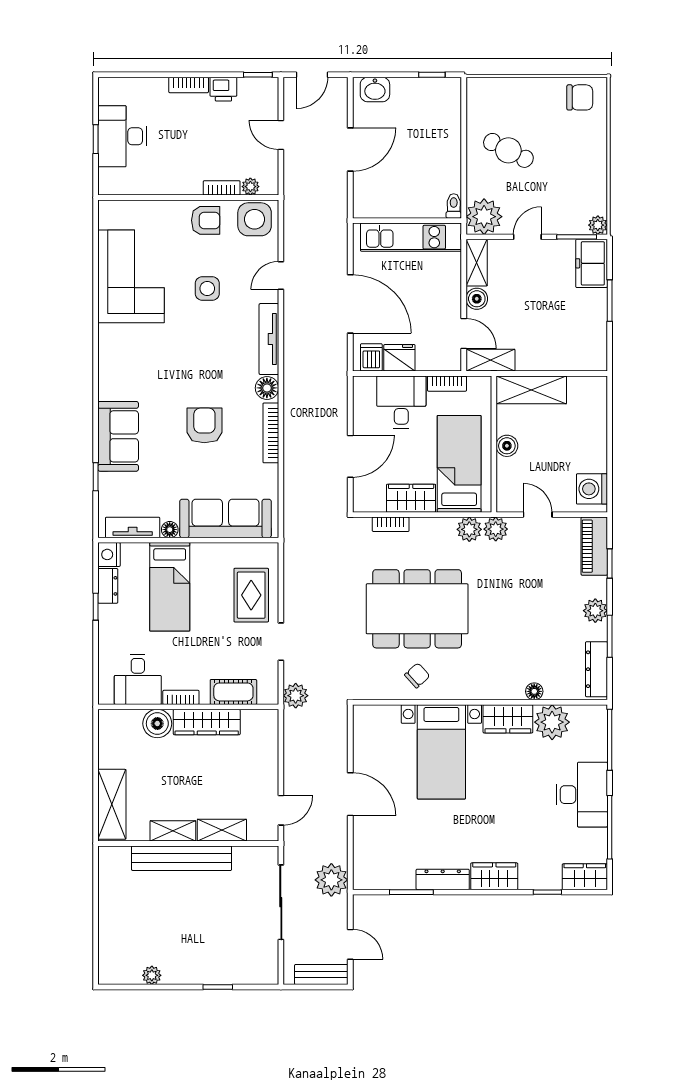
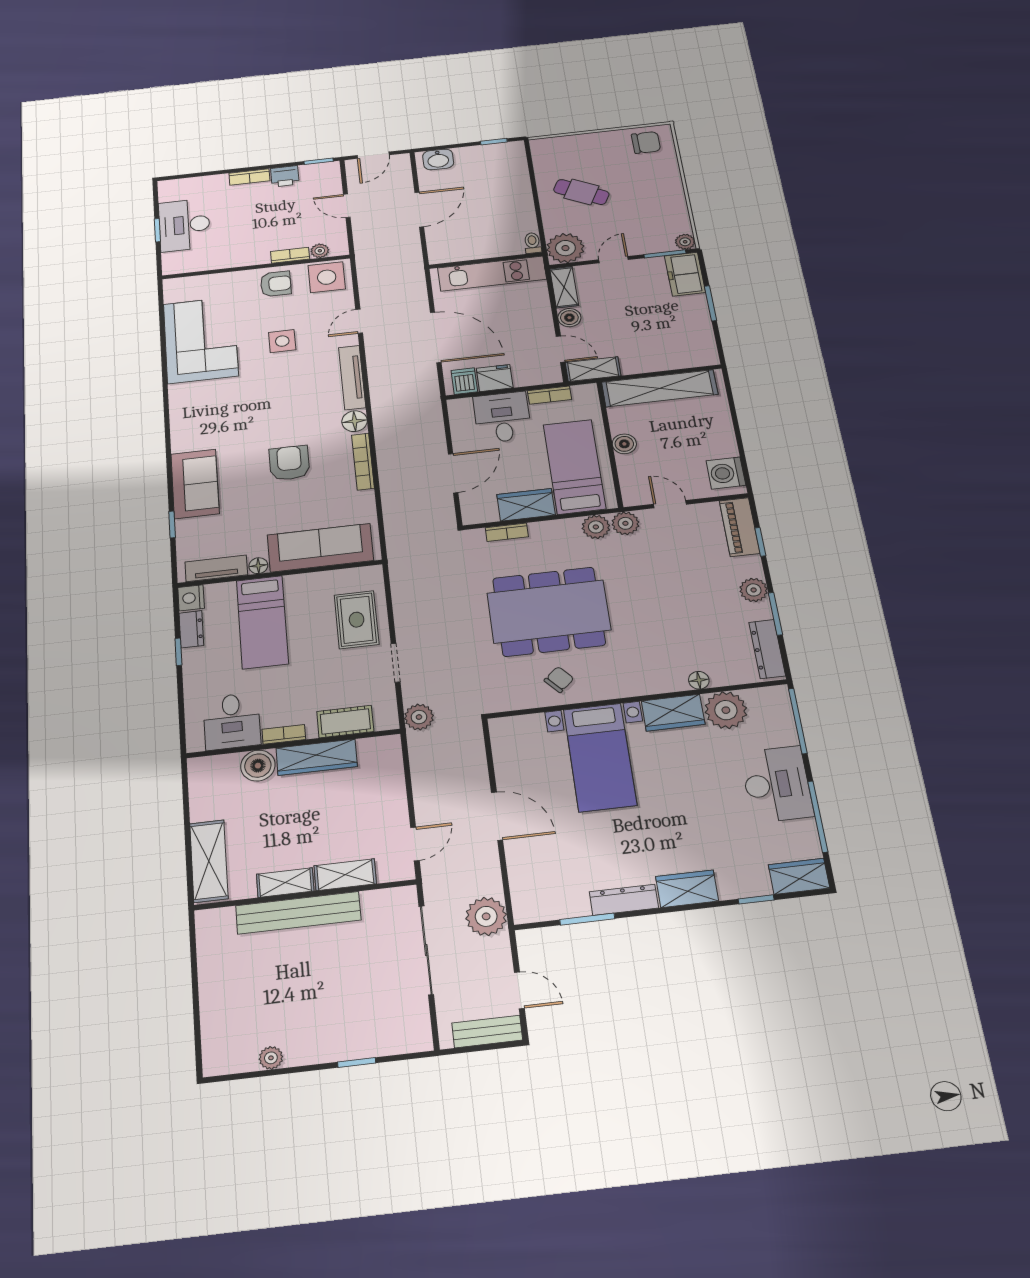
shelving: (531, 390) -> (660, 388), width x1.47

